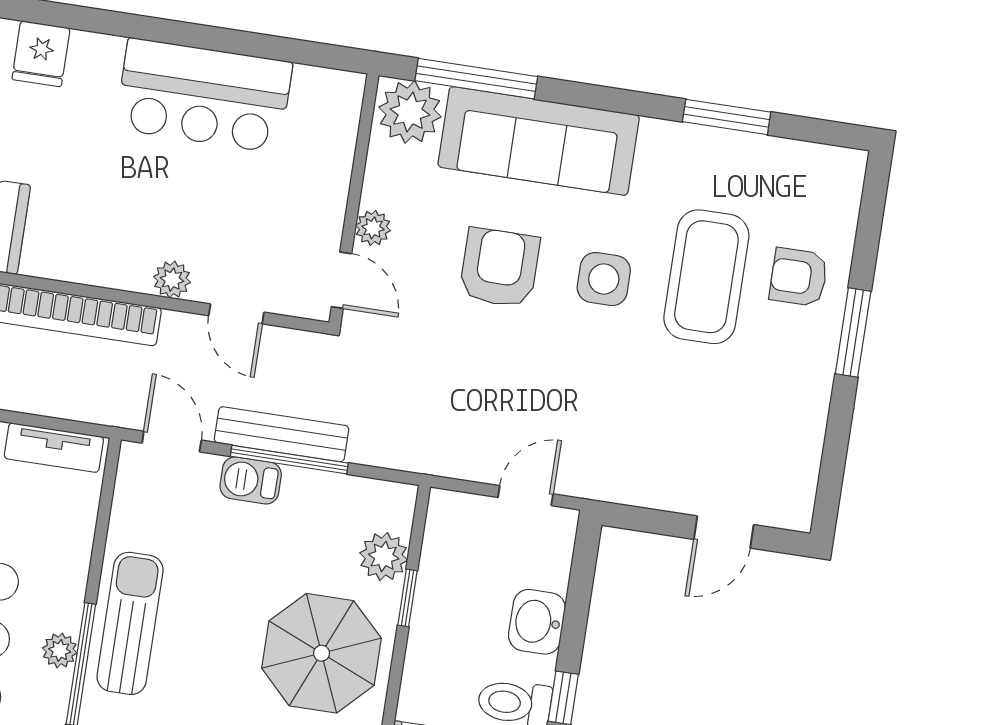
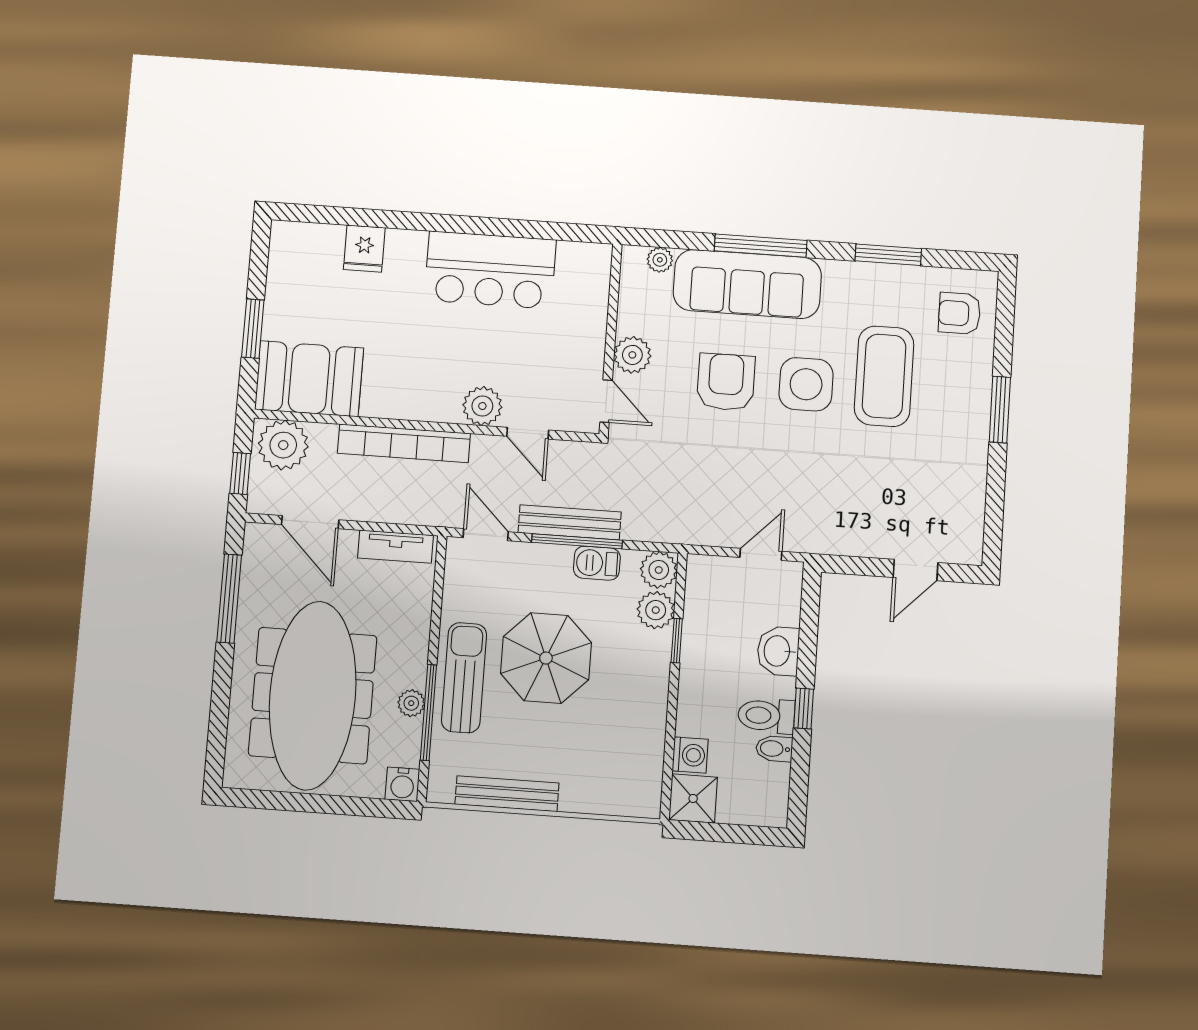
window: (476, 79) -> (761, 246), moved
plant: (410, 112) -> (660, 260), width x0.53, depth x0.53
plant: (373, 228) -> (632, 355), width x1.38, depth x1.38
armchair: (799, 277) -> (959, 313), moved
side table: (604, 279) -> (806, 384), width x1.37, depth x1.37
plant: (172, 280) -> (482, 406), width x1.38, depth x1.38
barbecue: (251, 480) -> (597, 563), moved
plant: (392, 505) -> (659, 570), added
parasol: (321, 653) -> (546, 658), moved

